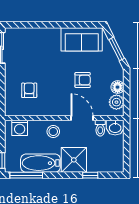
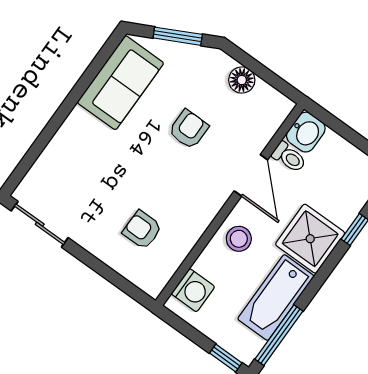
plant: (116, 102) -> (265, 100), removed
door: (82, 118) -> (251, 175), swing flipped

